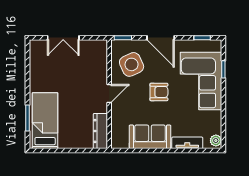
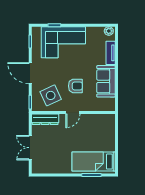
double door: (63, 38) -> (30, 148), swing flipped
door: (161, 38) -> (30, 73), swing flipped
armchair: (159, 92) -> (75, 86), moved, turned 90
door: (109, 94) -> (73, 113), swing flipped
dresser: (100, 131) -> (45, 119), moved

